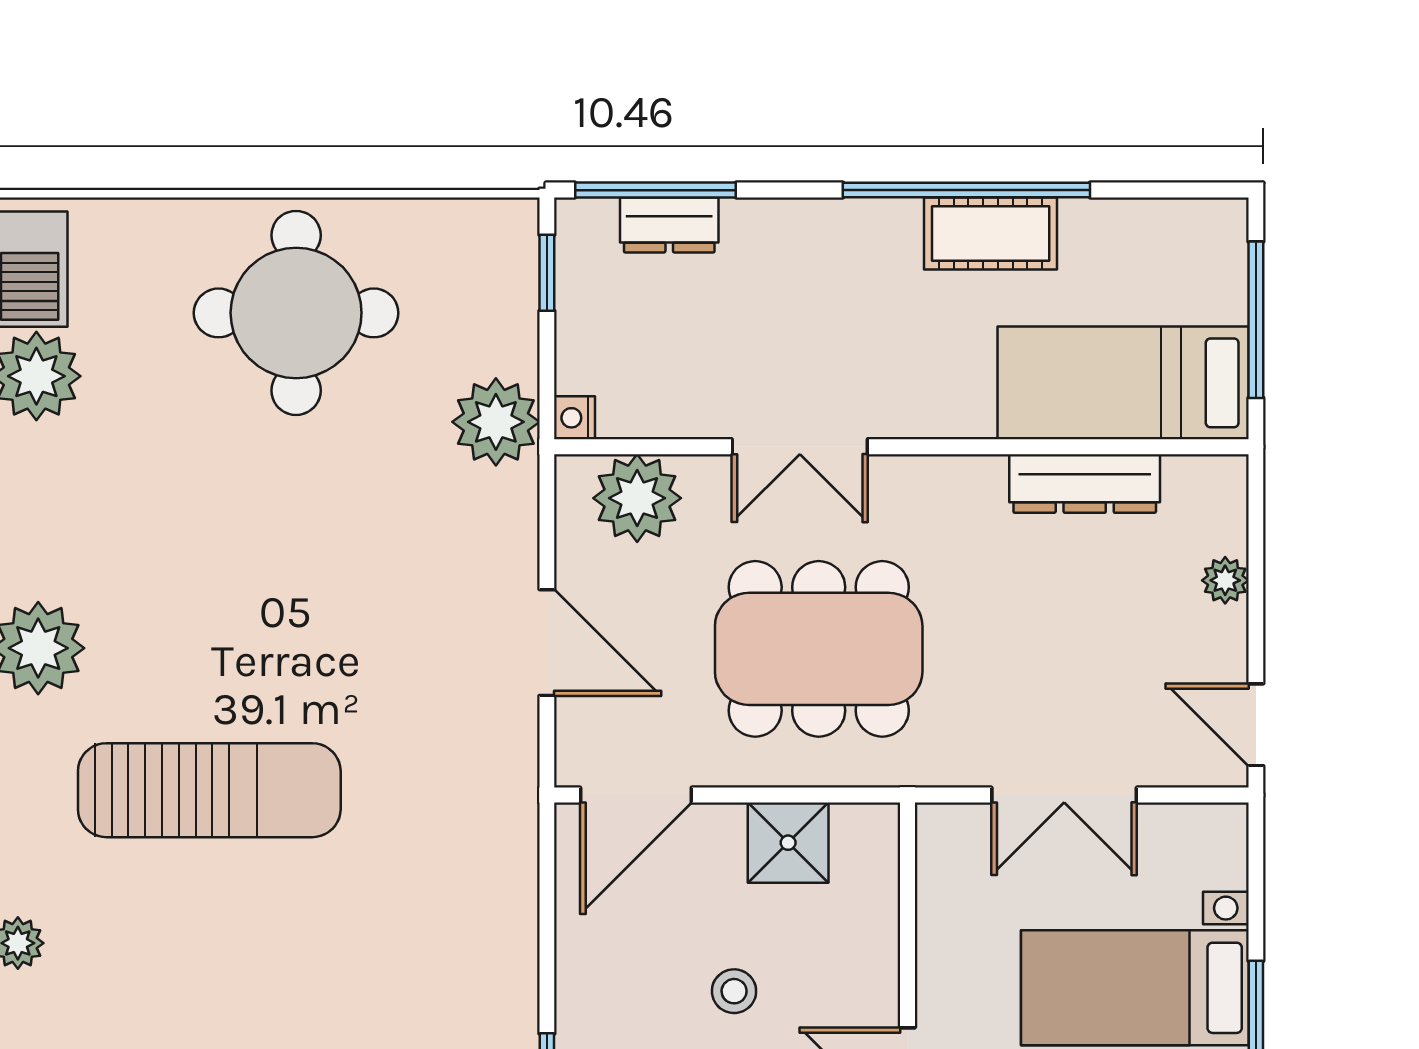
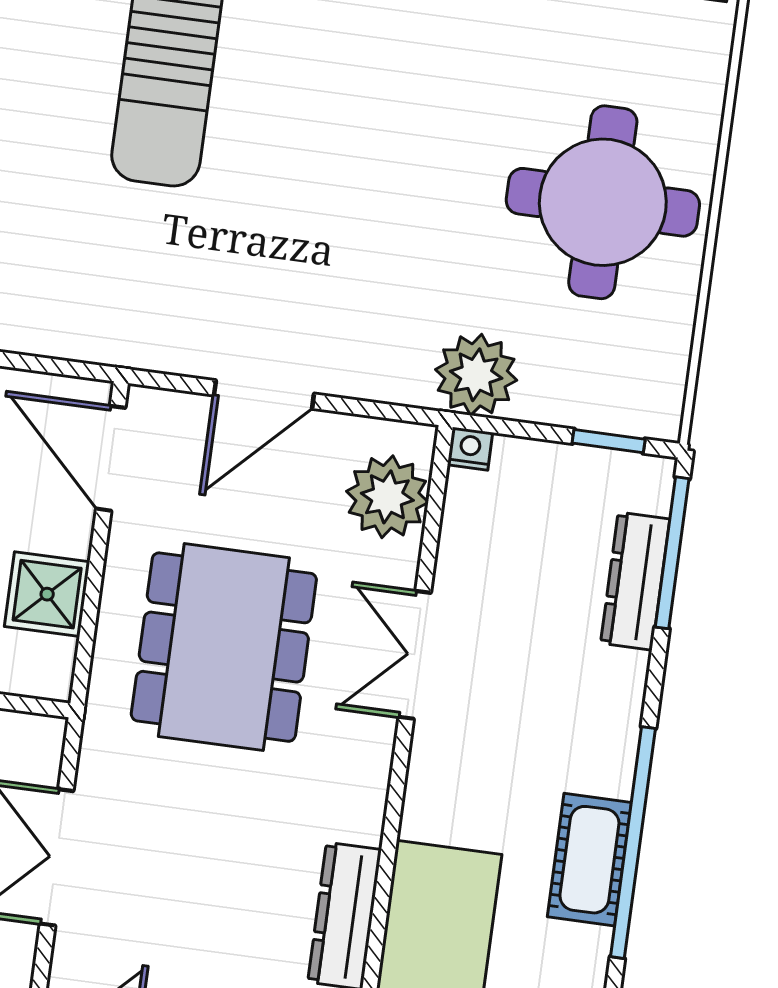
dresser: (669, 225) -> (635, 581), width x1.44

